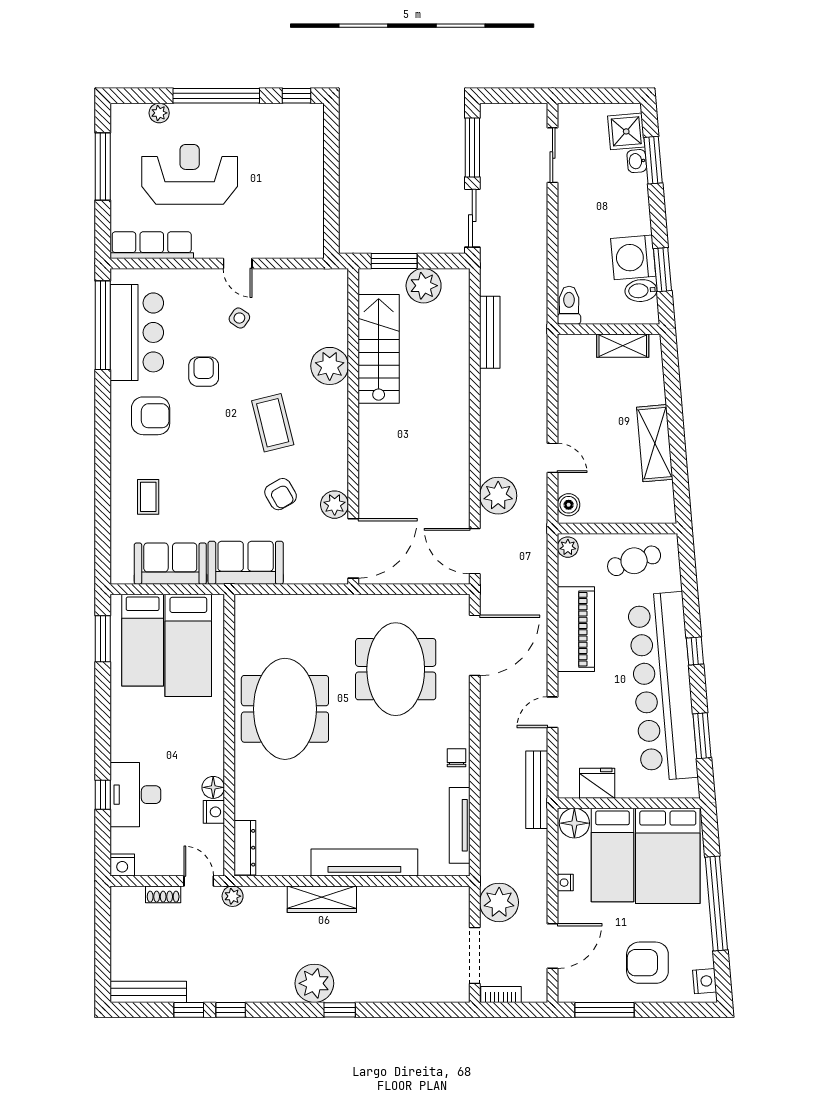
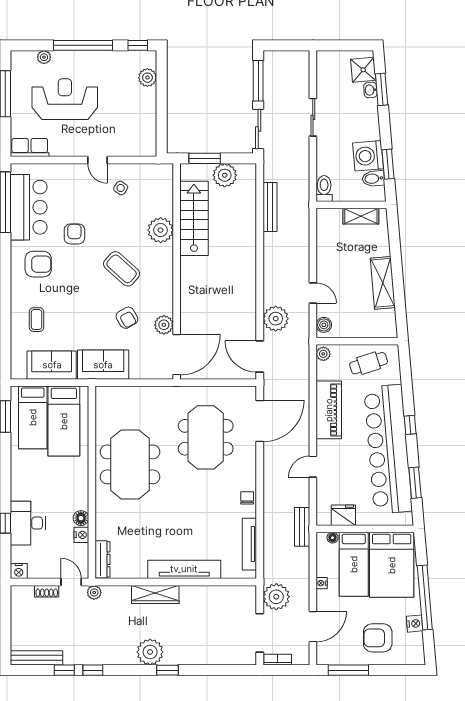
plant: (311, 143) -> (147, 78), added
sliding door: (553, 155) -> (313, 117), moved
row of seats: (152, 245) -> (30, 147), width x0.68
side table: (239, 318) -> (121, 188), moved
coffee table: (273, 423) -> (122, 269), turned -34
bench: (537, 790) -> (302, 527), width x0.73
floor lamp: (574, 823) -> (333, 538), width x0.53, depth x0.53
nightstand: (705, 981) -> (414, 624), moved

